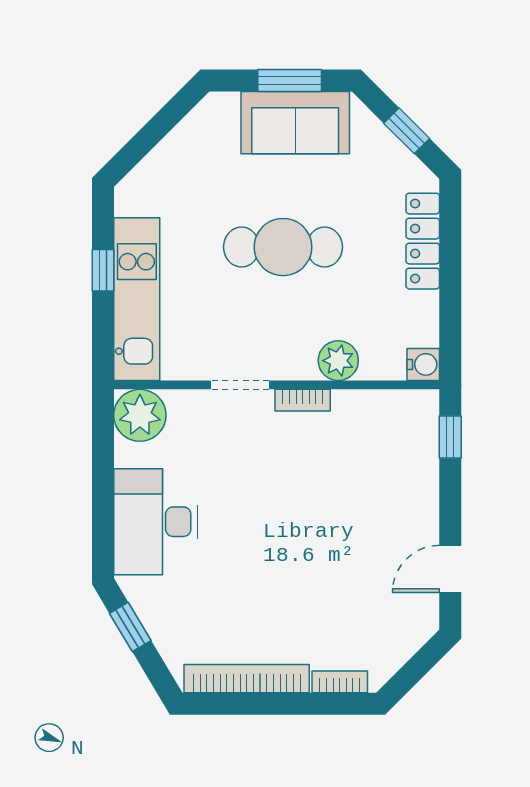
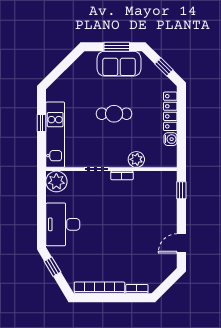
cafe table: (283, 247) -> (114, 114), width x0.73, depth x0.74
water cooler: (423, 364) -> (171, 139), moved

